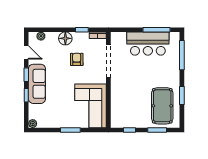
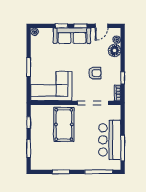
floor lamp: (65, 38) -> (115, 51), moved
pool table: (162, 106) -> (64, 124), moved, turned 90

